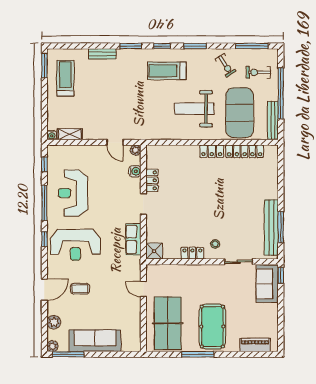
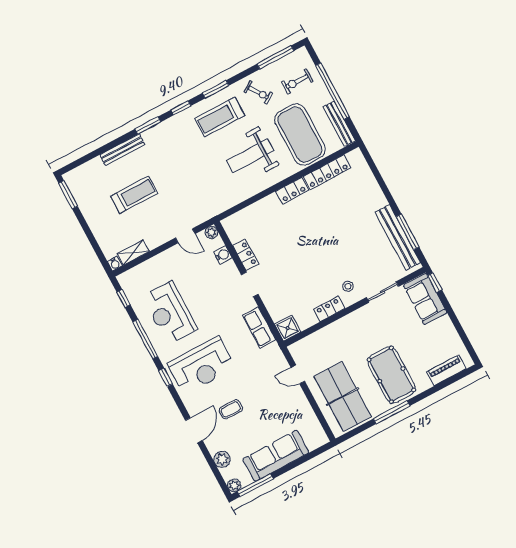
bench: (102, 54) -> (122, 150), width x1.36
treadmill: (167, 71) -> (220, 117), moved
treadmill: (65, 78) -> (134, 195), moved, turned 90

